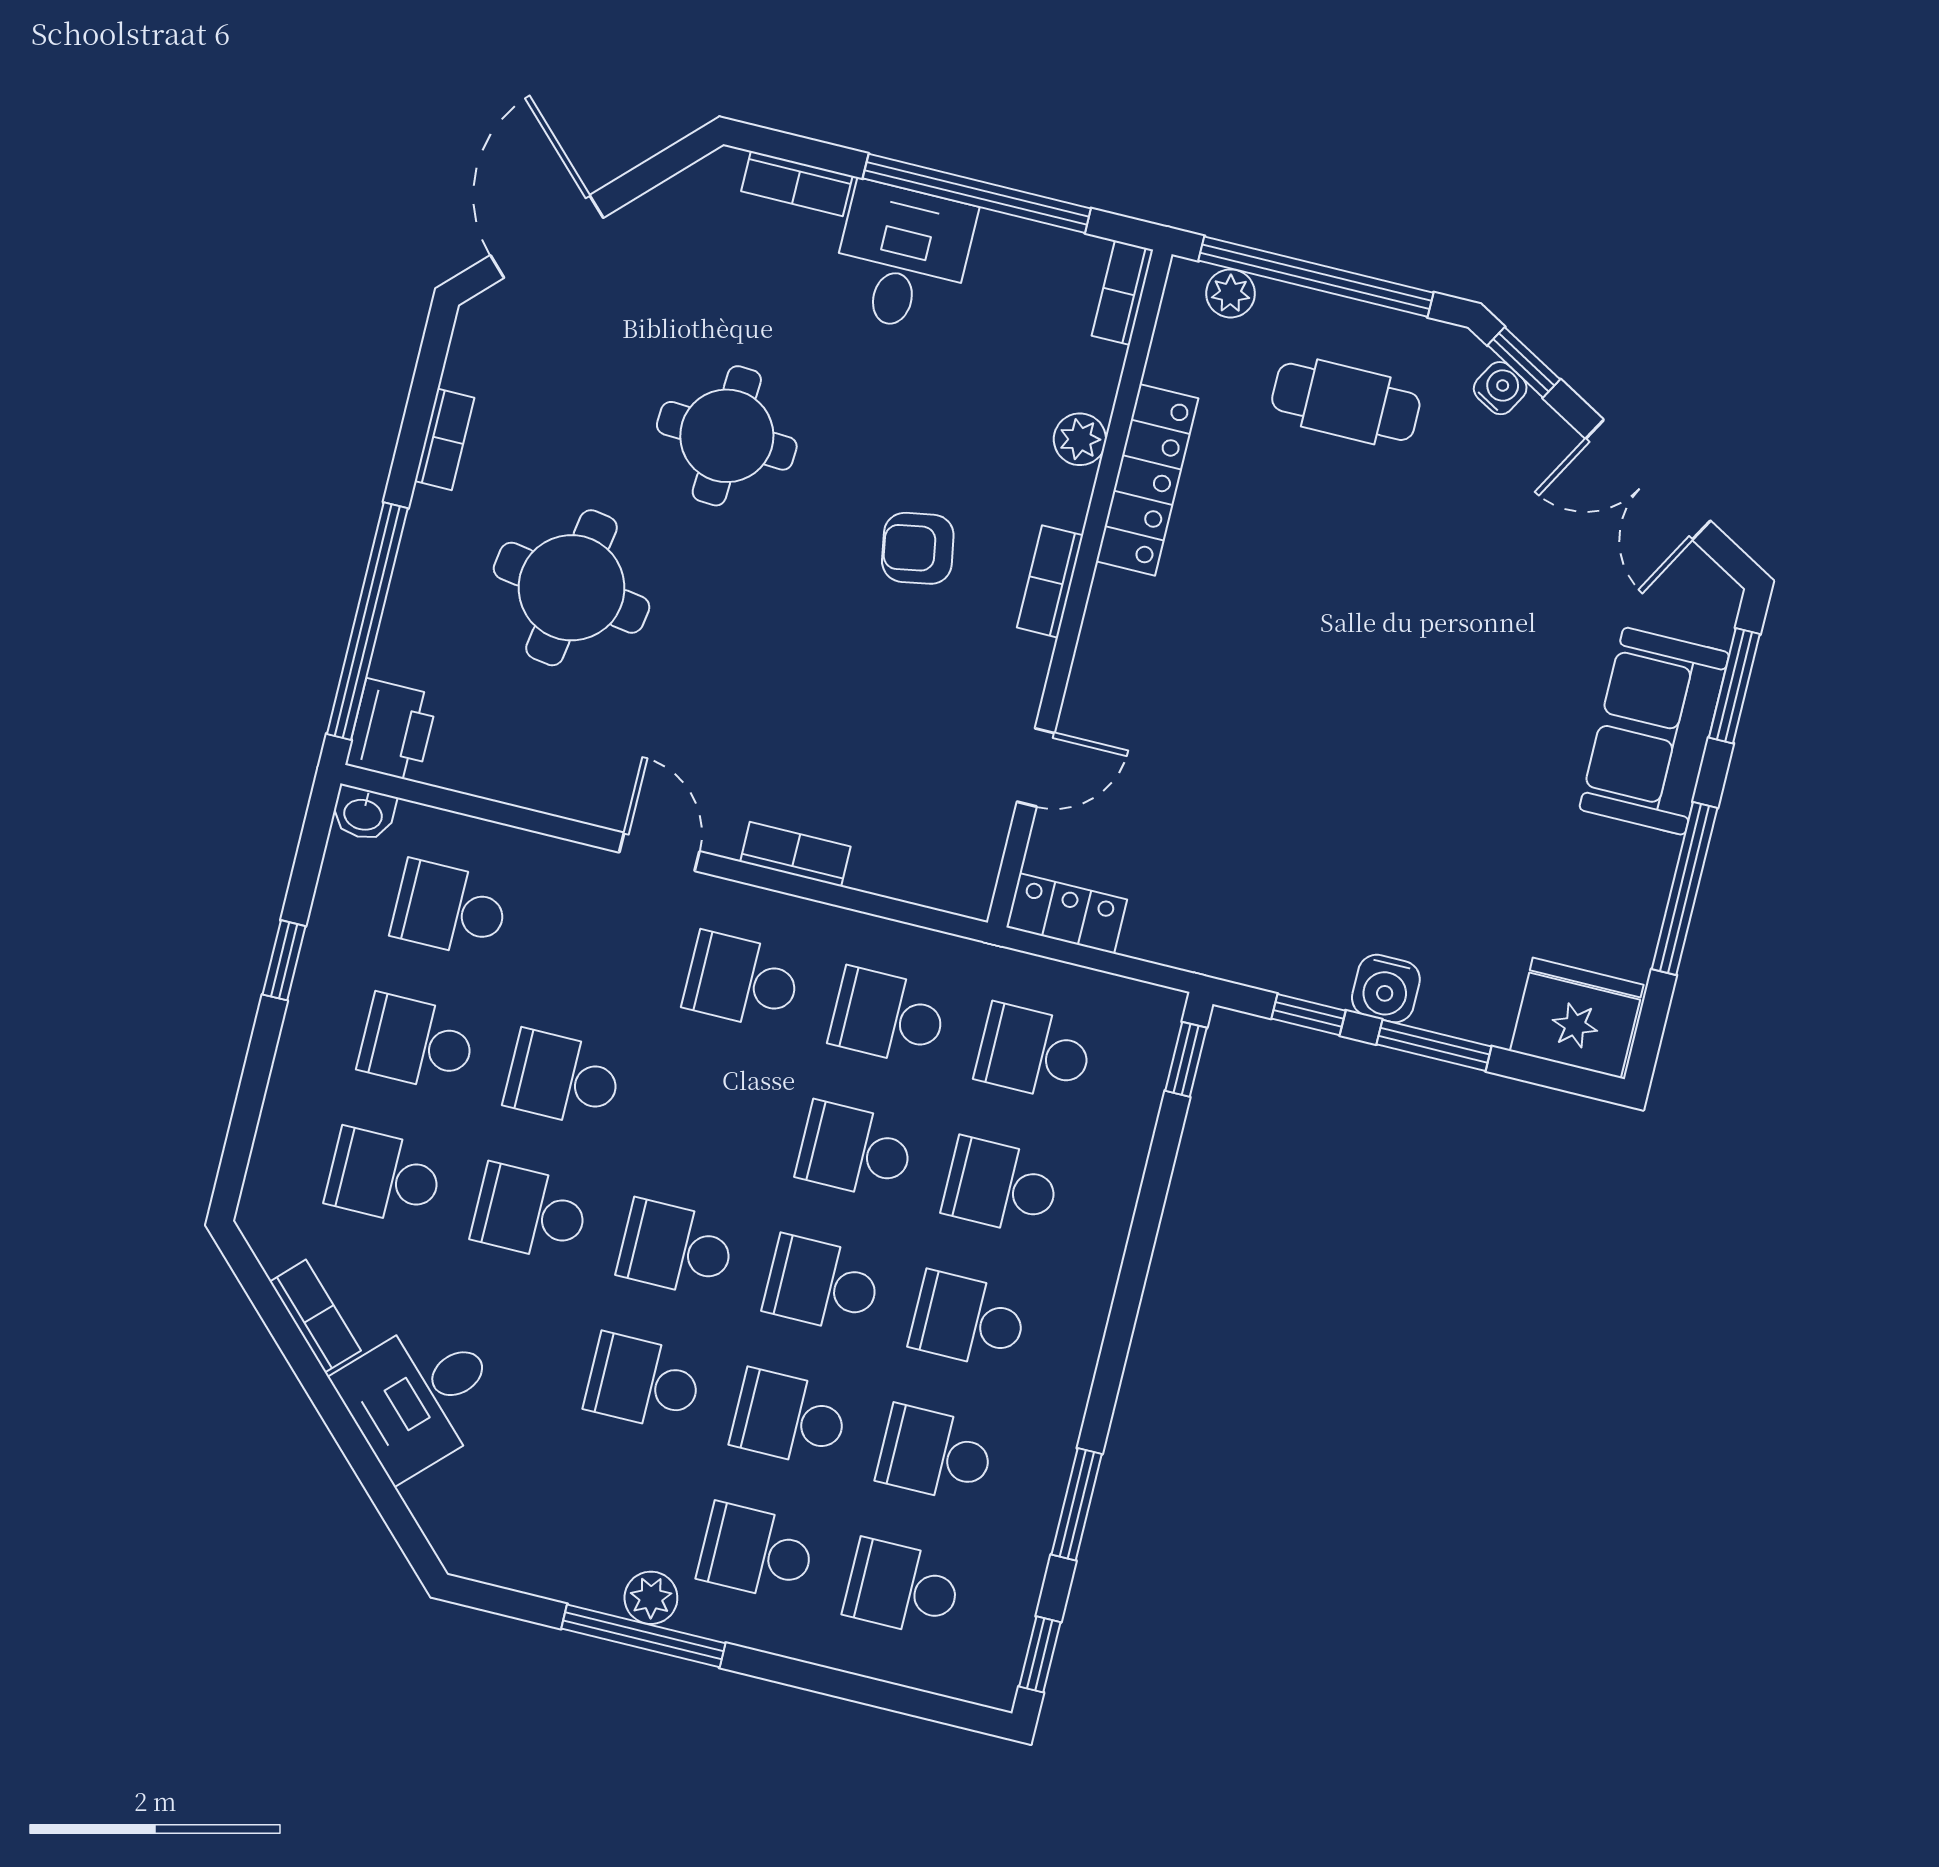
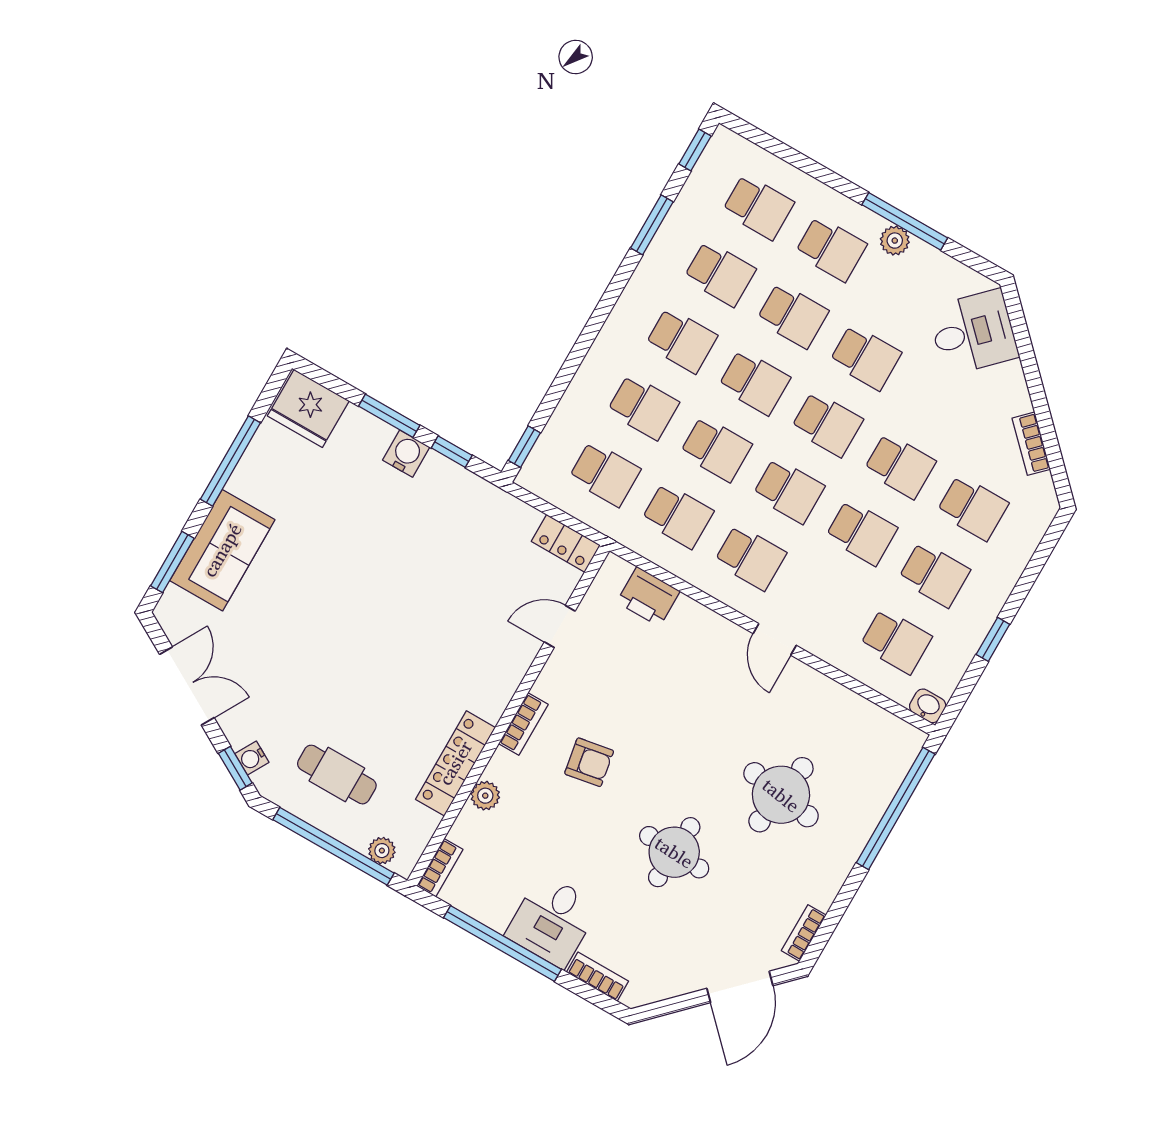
bookcase: (444, 439) -> (804, 933), moved
printer: (392, 730) -> (648, 597), moved, turned -90
bookcase: (795, 854) -> (702, 617), removed
school desk: (709, 1115) -> (789, 491), added
desk: (420, 1396) -> (973, 332), moved

